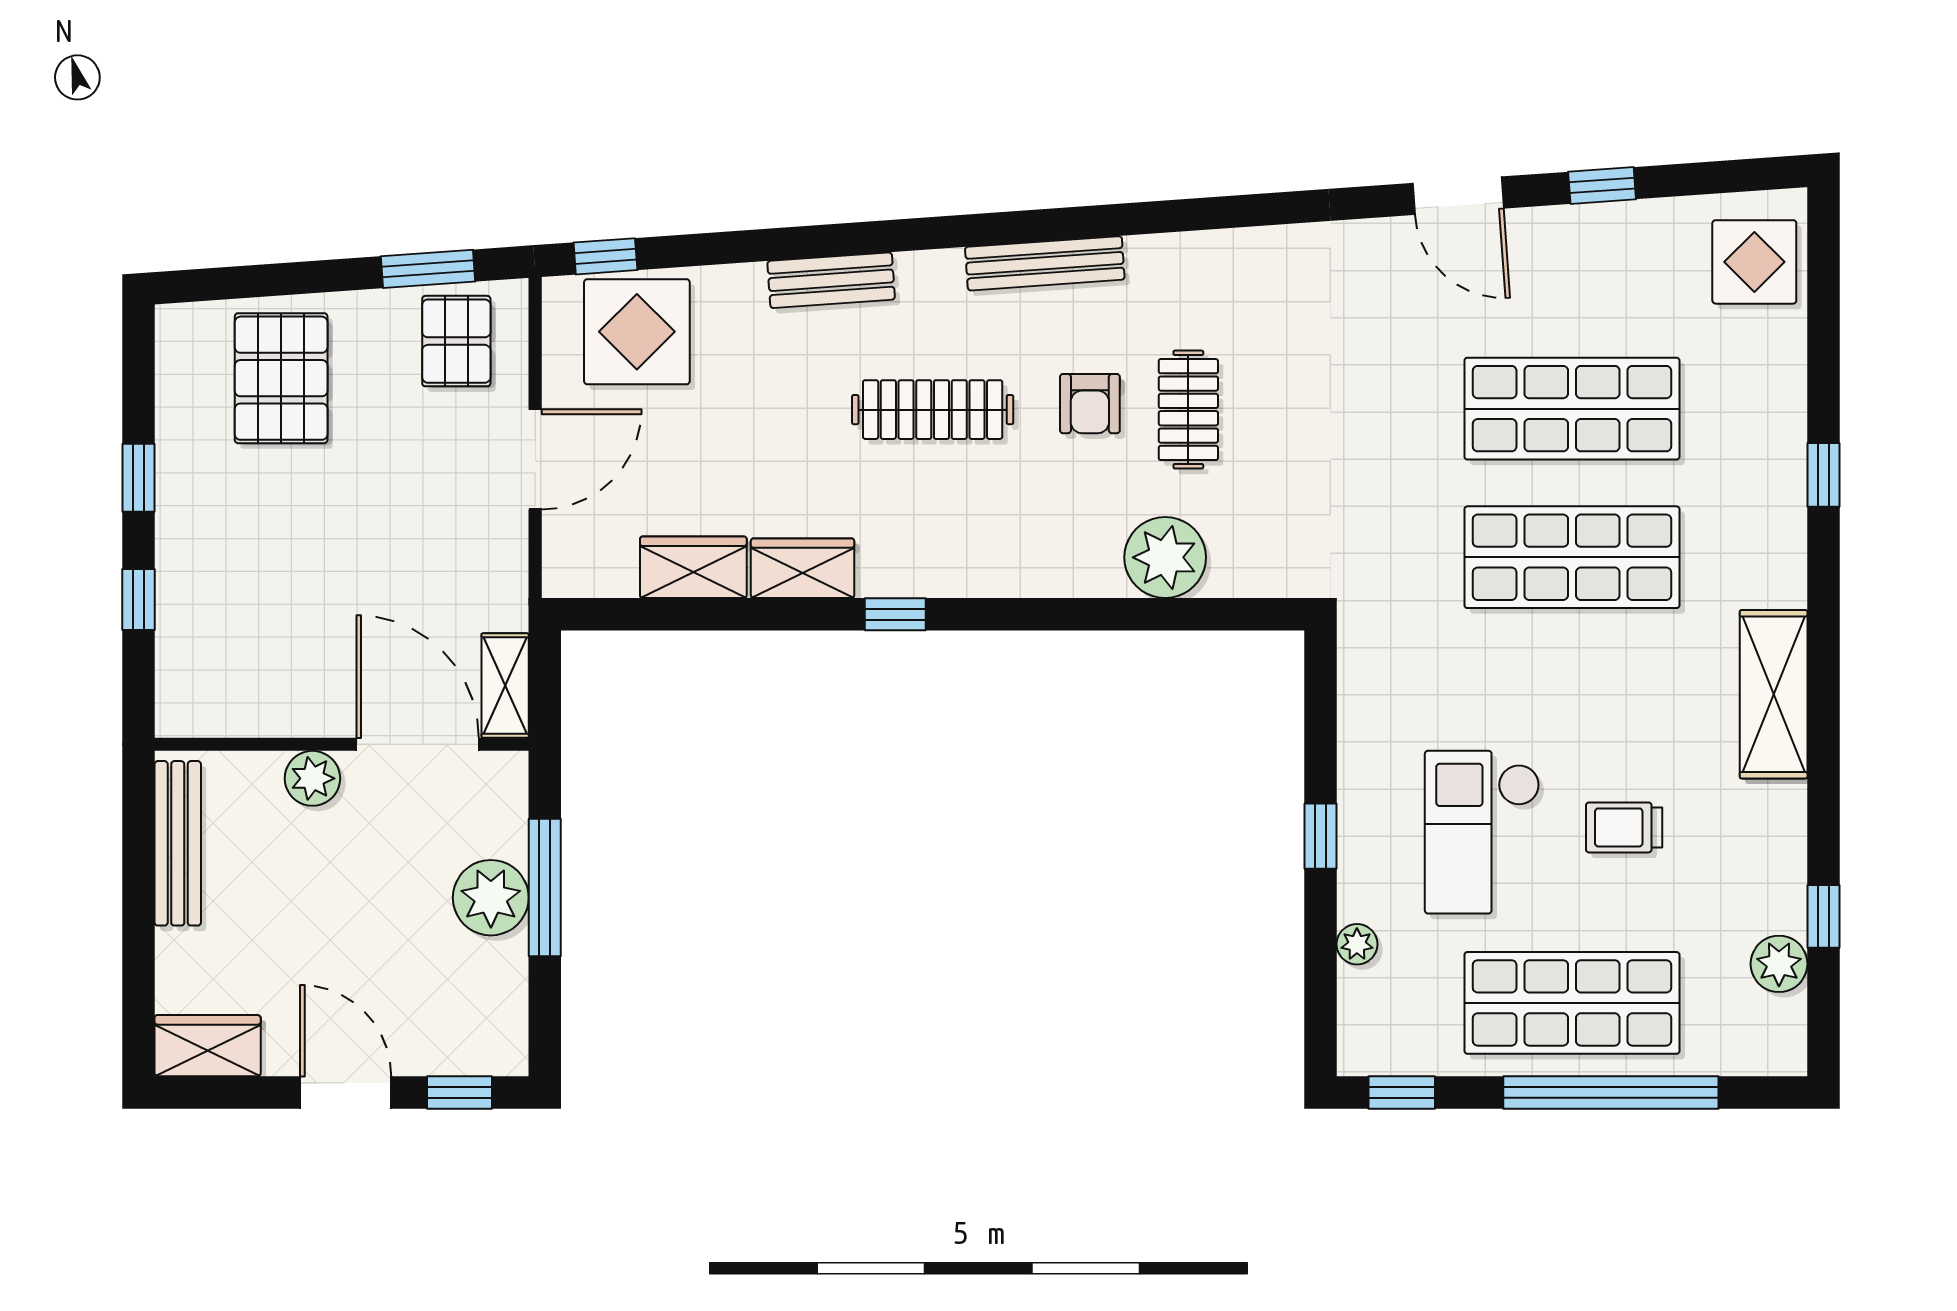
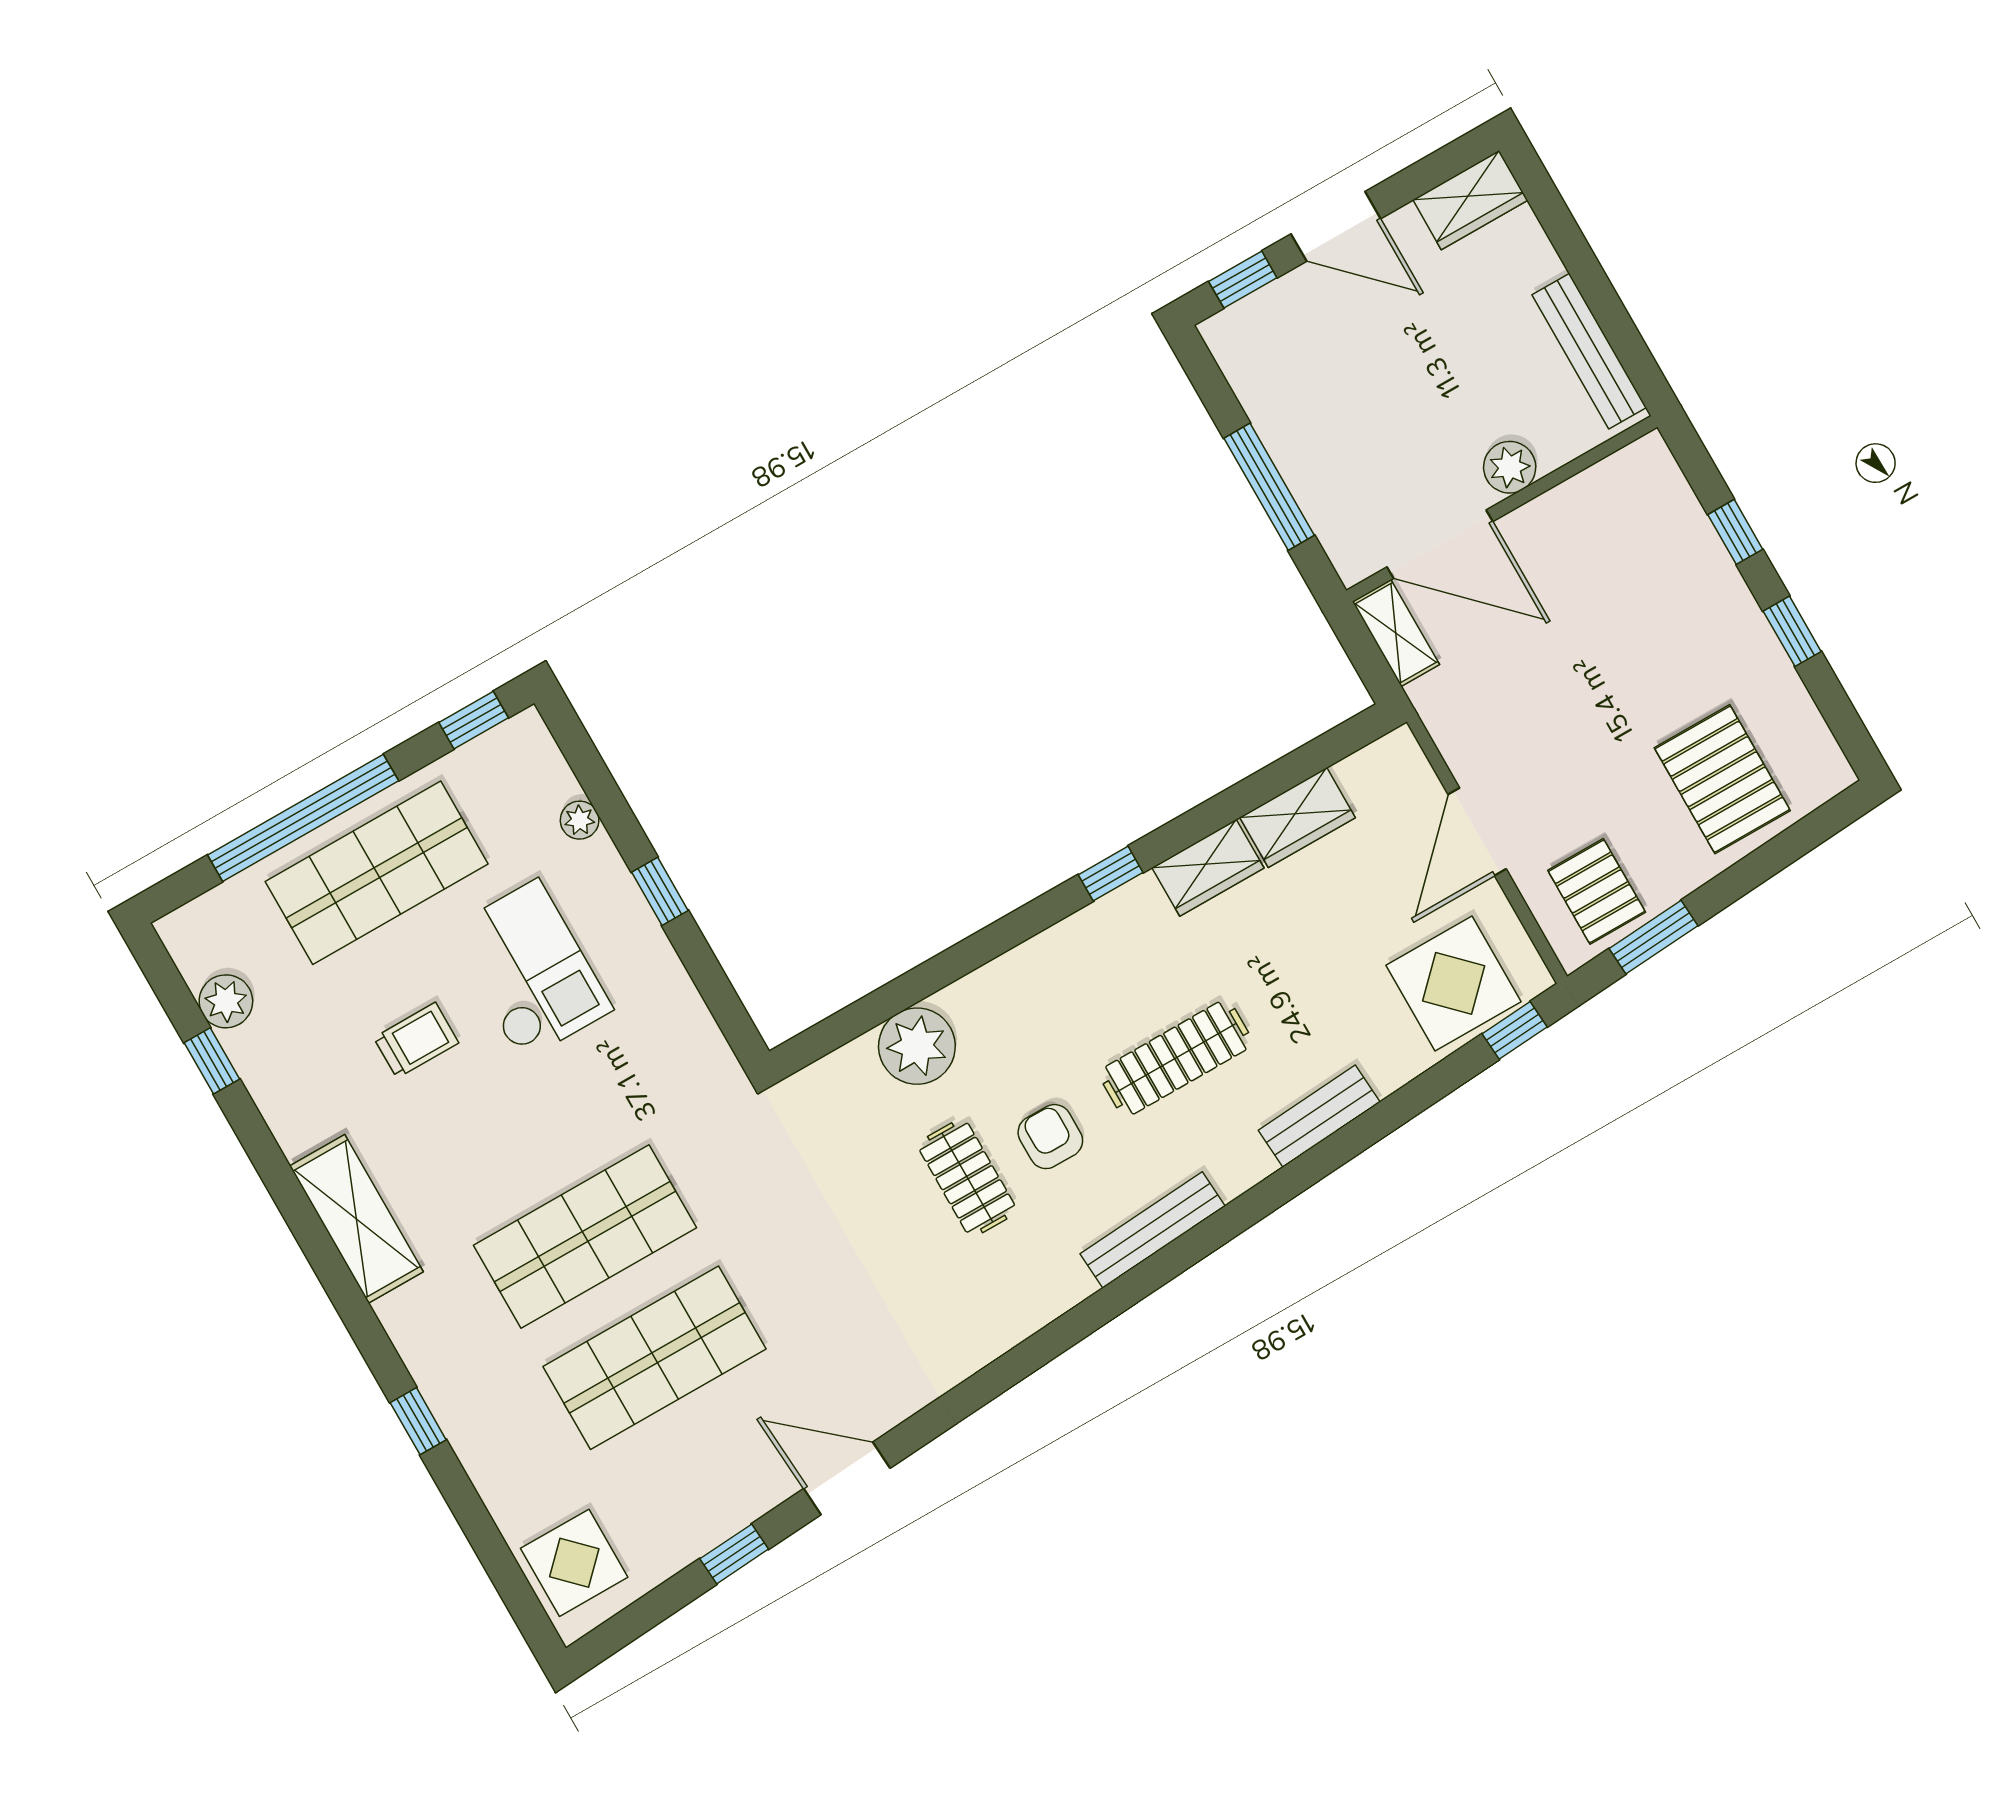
plant: (491, 898) -> (1308, 453), removed

